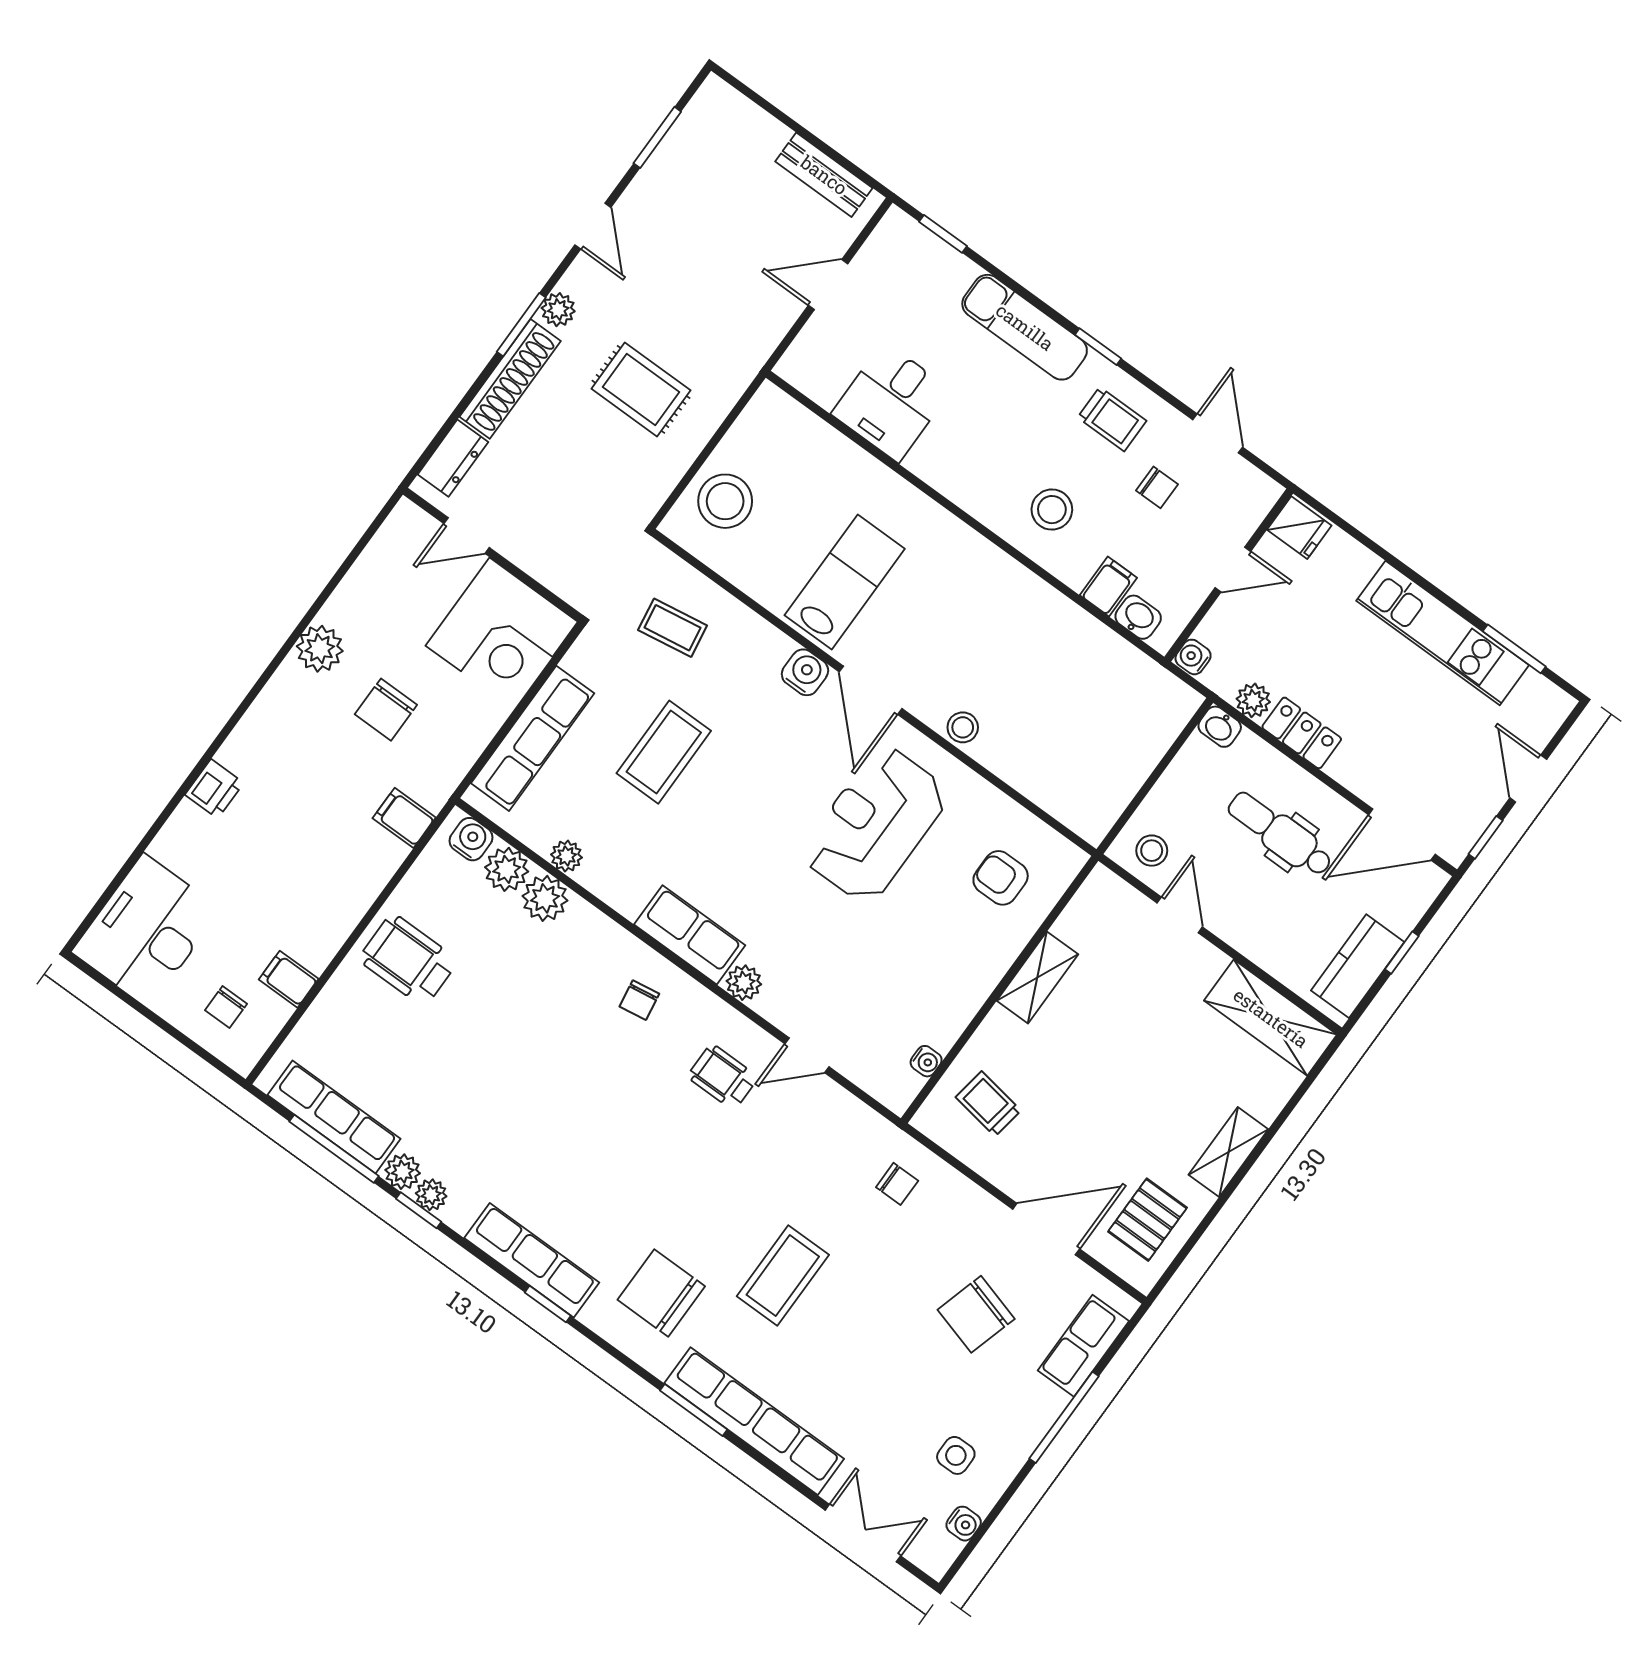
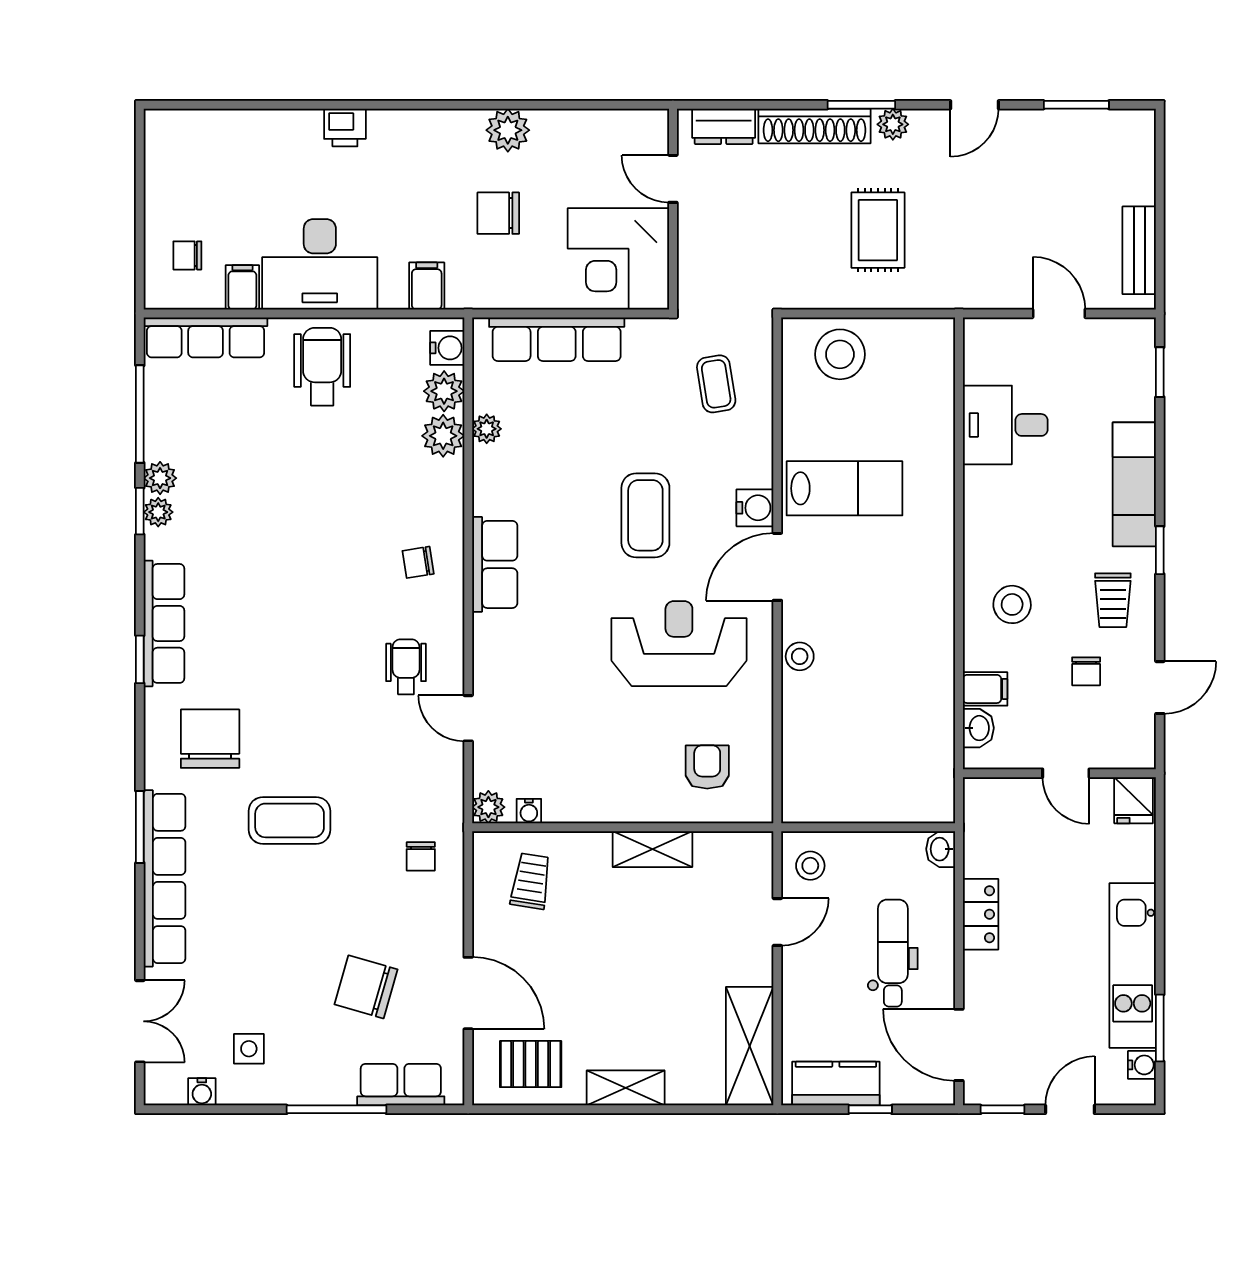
water cooler: (1193, 657) -> (1142, 1065), moved, turned 90
plant: (1253, 700) -> (979, 860), removed
coffee table: (664, 752) -> (645, 515), moved, turned 90
desk: (146, 931) -> (320, 264), moved, turned 180
plant: (744, 983) -> (488, 807), moved
row of seats: (334, 1117) -> (206, 337), moved, turned 90

